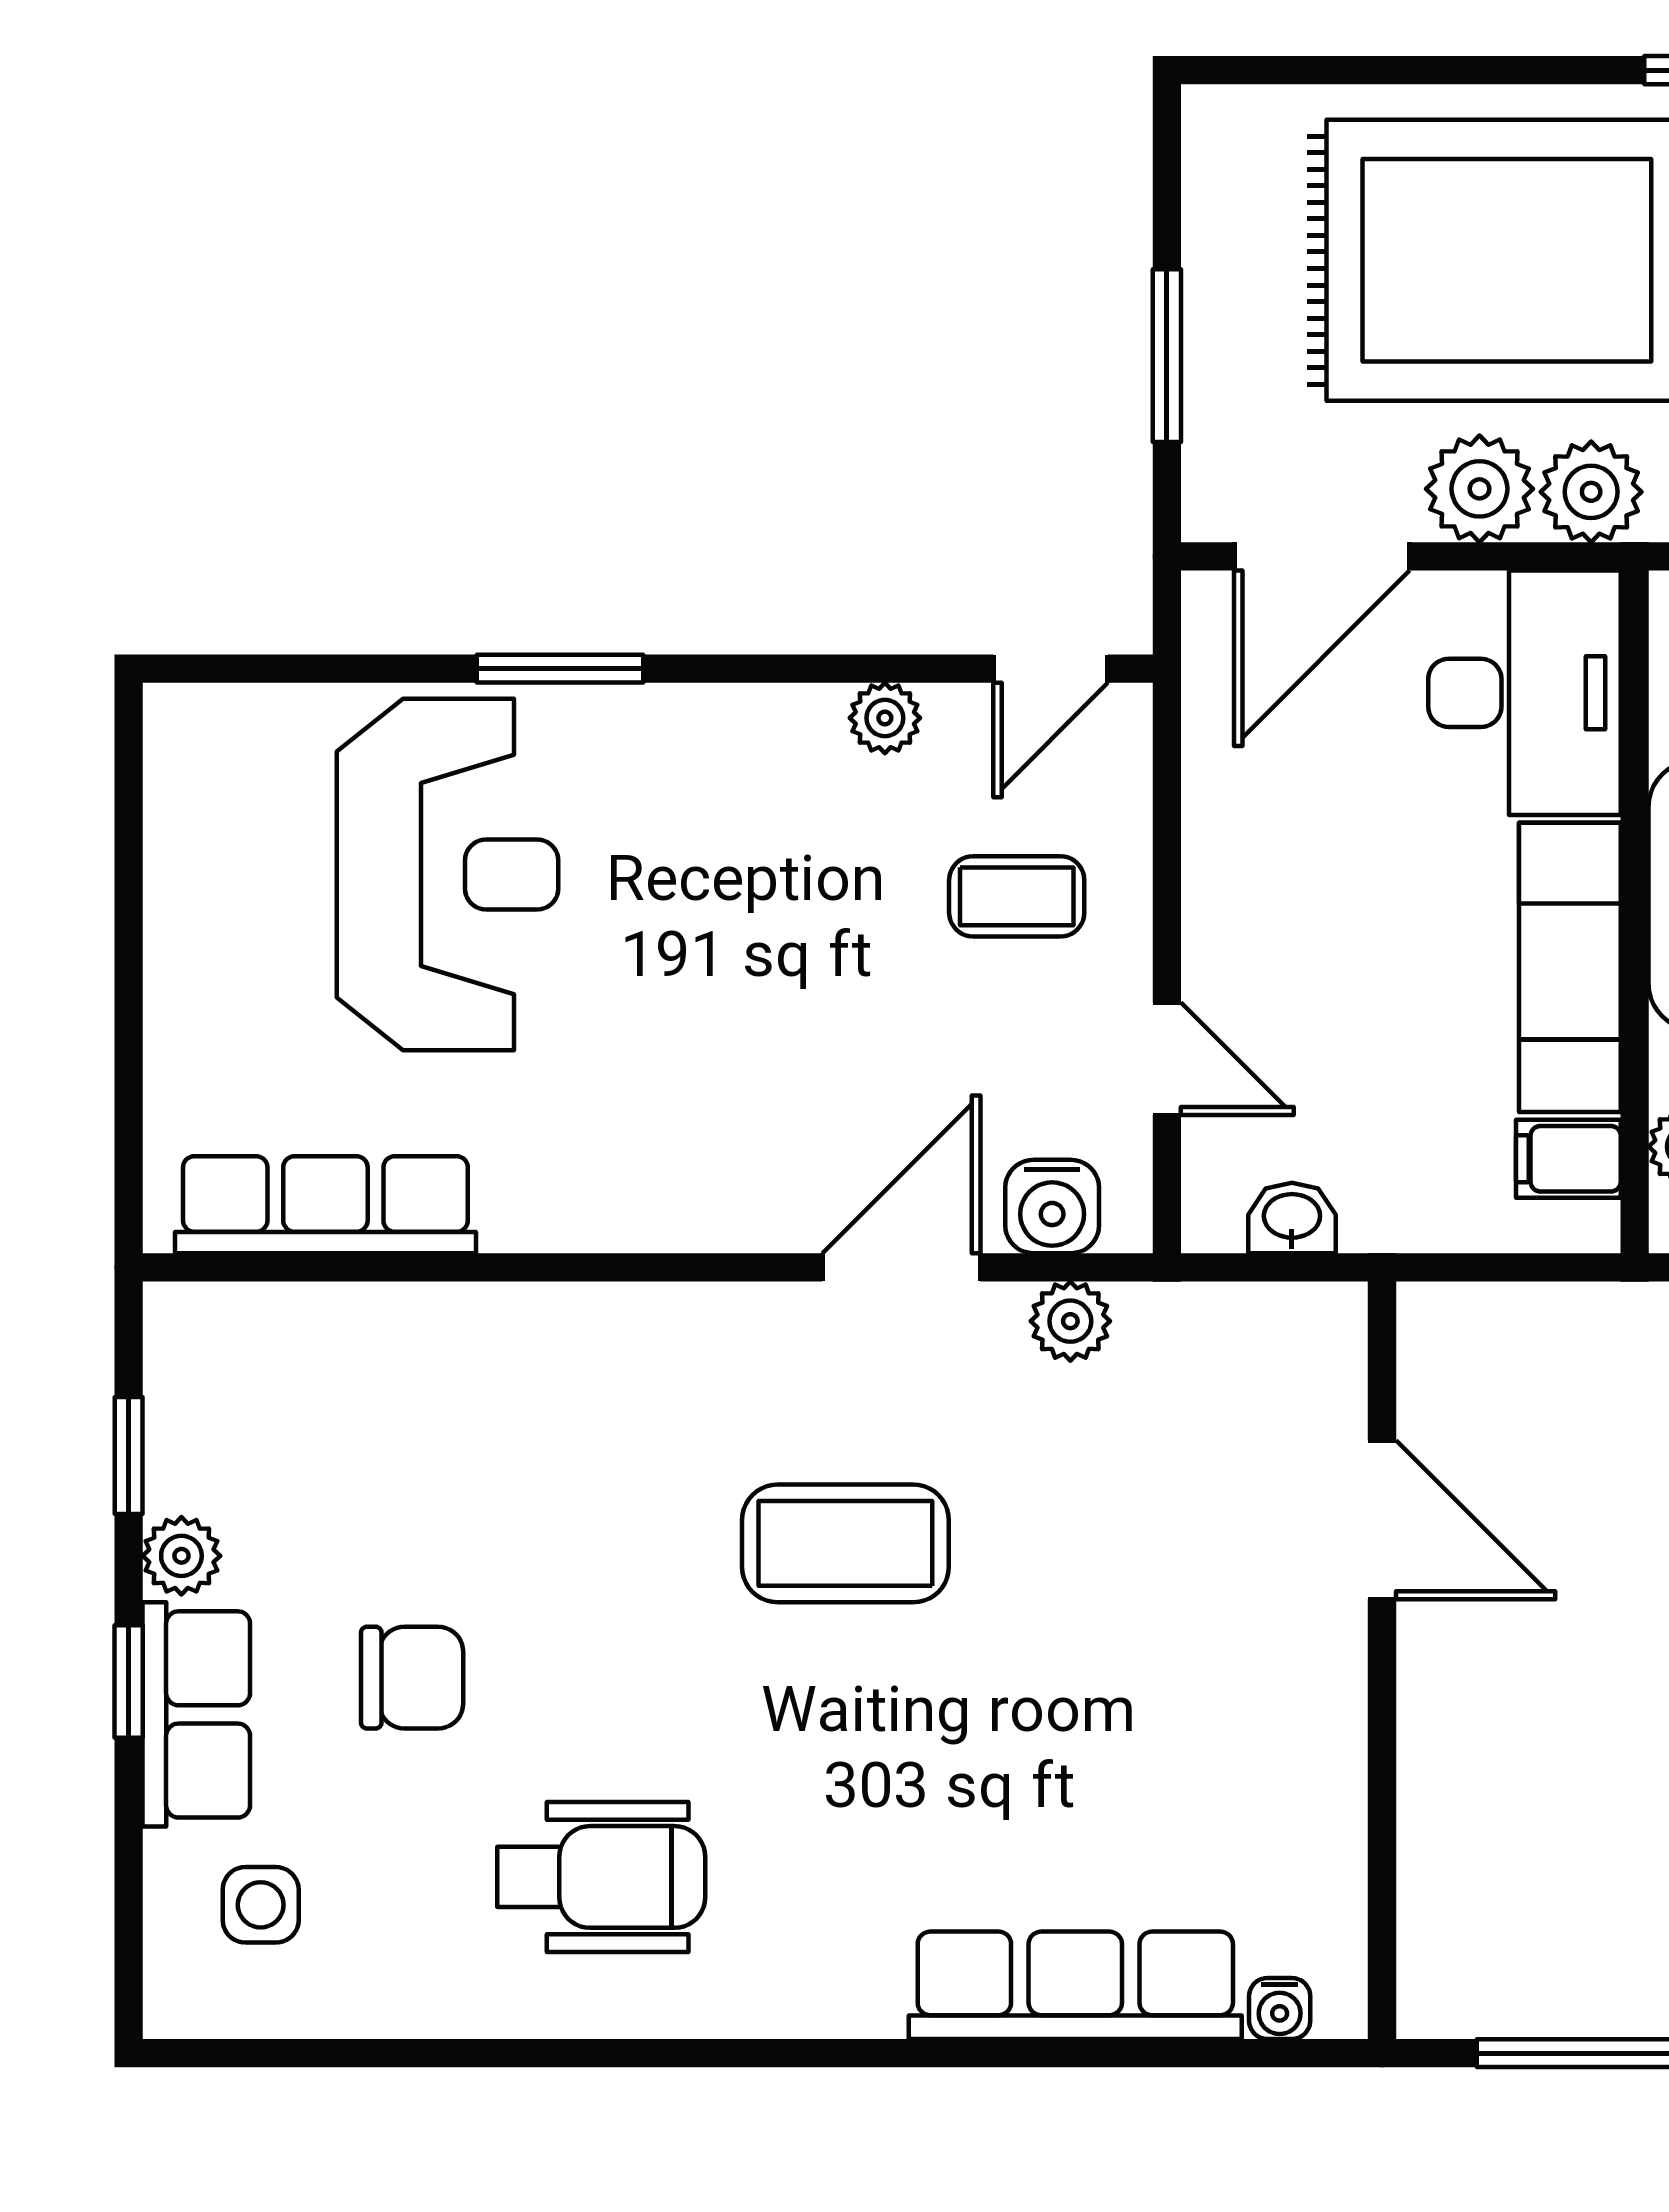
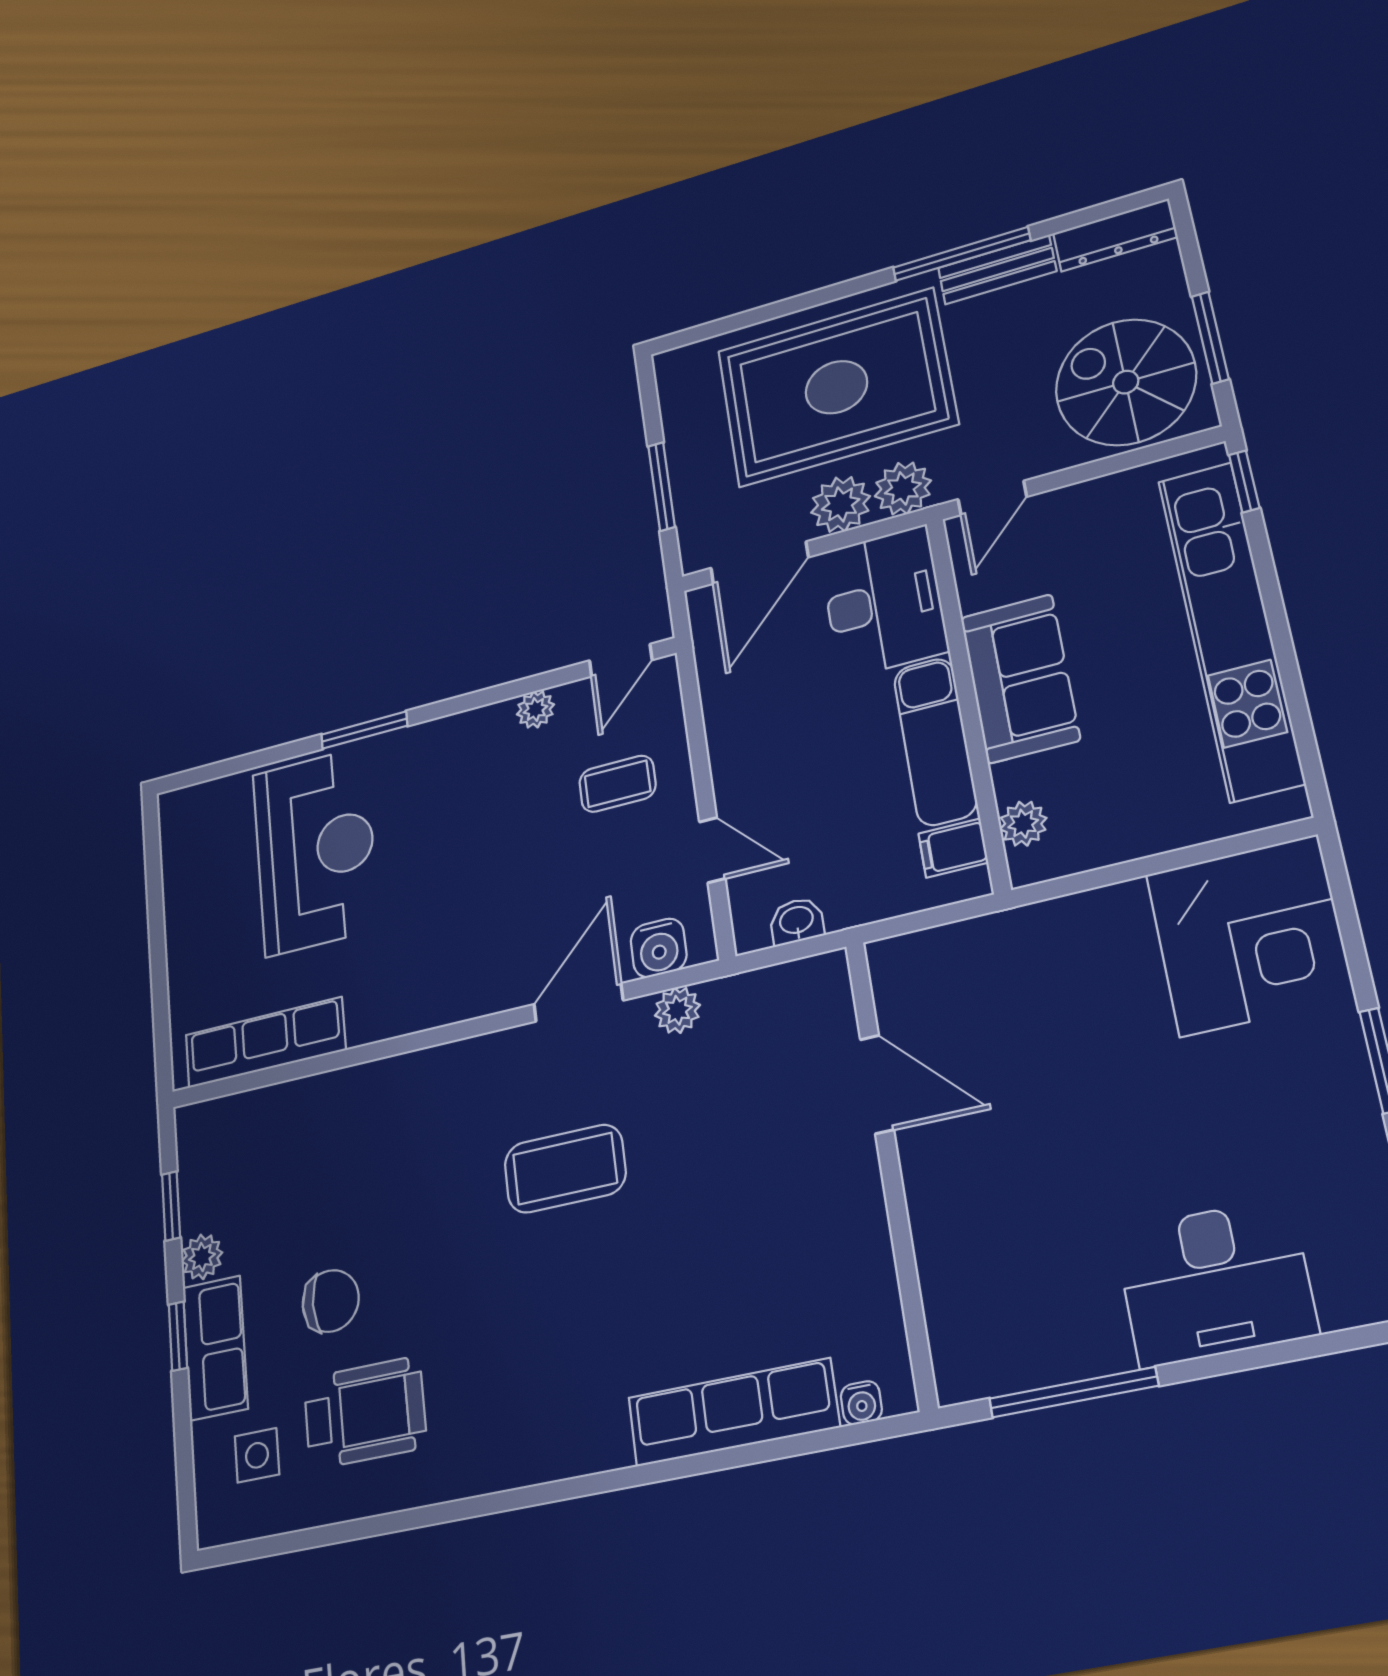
wheelchair: (601, 1877) -> (365, 1413), moved

